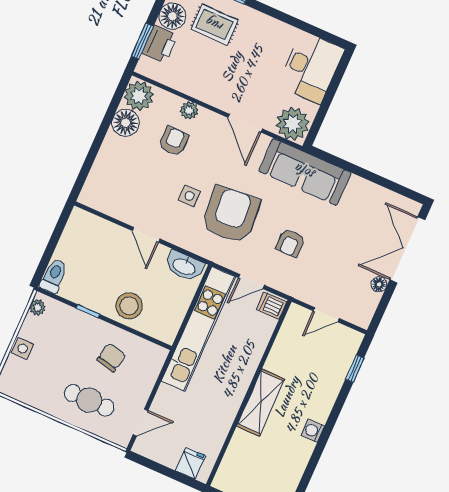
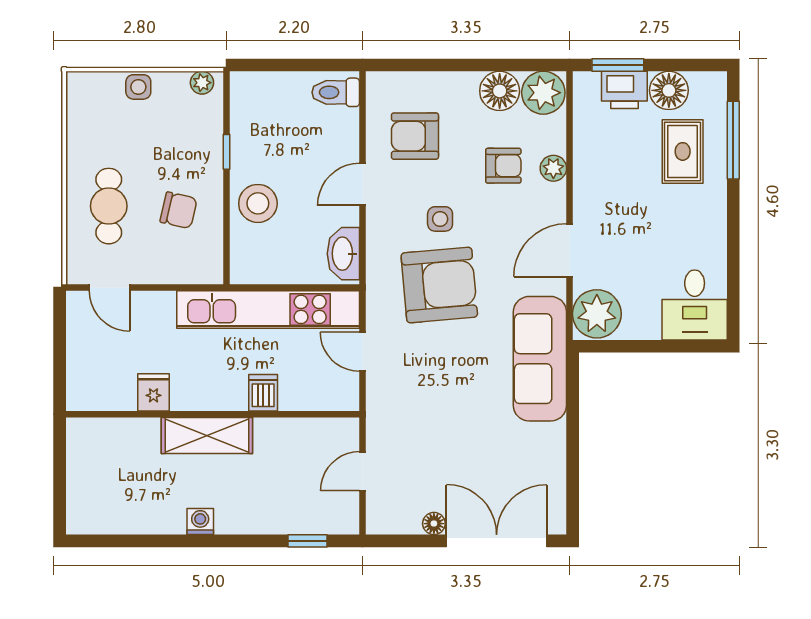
desk: (311, 67) -> (695, 305), width x0.73
armchair: (290, 243) -> (415, 136), moved, width x1.38, depth x1.38
toilet: (54, 276) -> (336, 92), moved, turned 180
dishwasher: (271, 306) -> (263, 393), moved
door: (326, 315) -> (362, 471), hinge flipped
fridge: (190, 463) -> (153, 392), moved, turned -90

